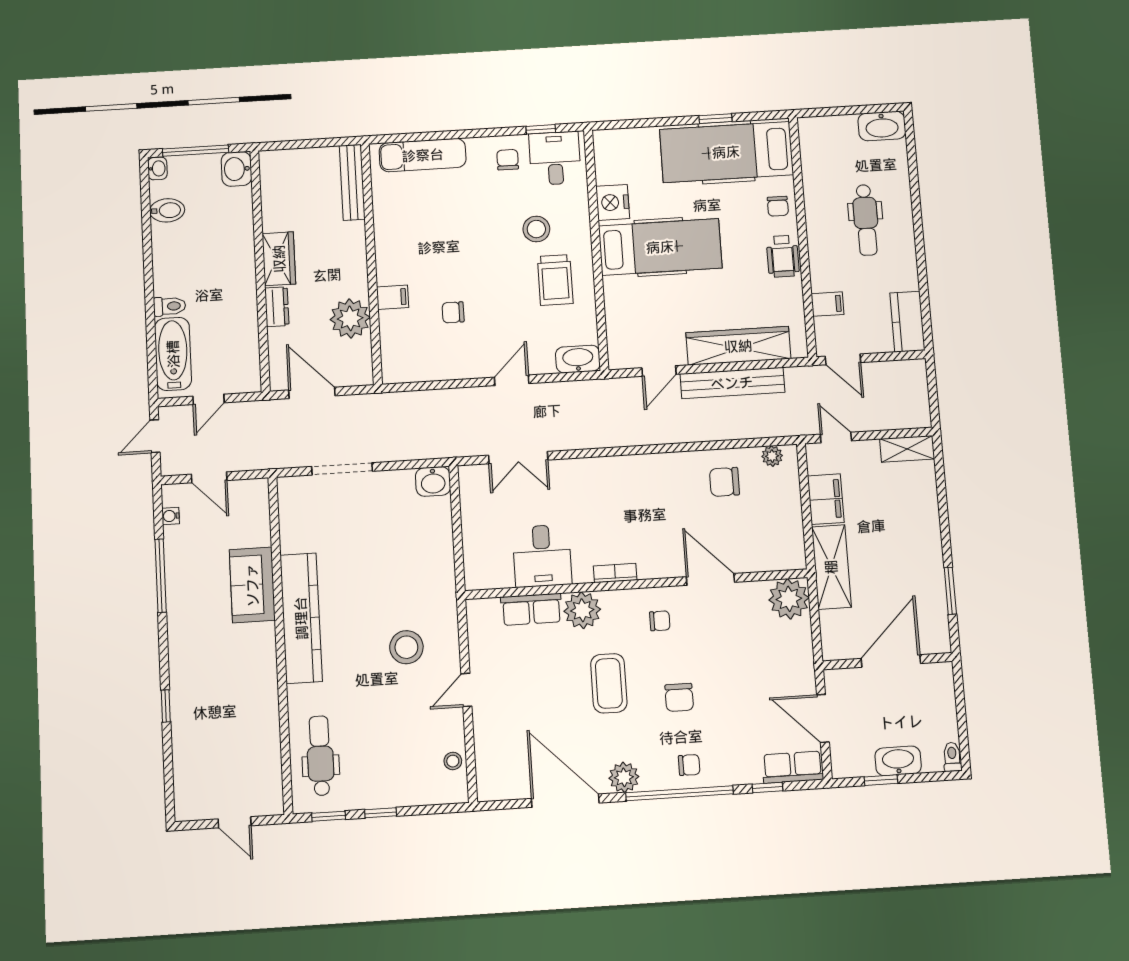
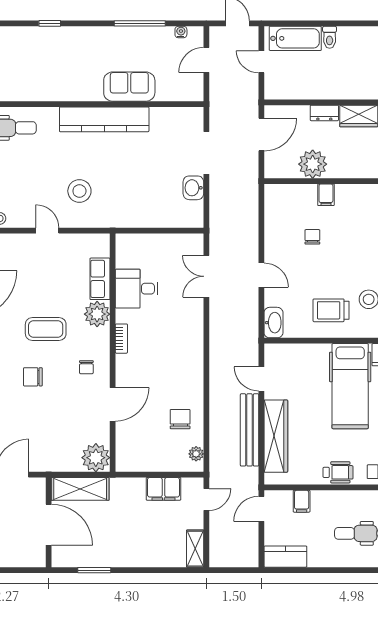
wheelchair: (783, 256) -> (338, 472), turned 180
washbasin: (433, 481) -> (193, 188), moved
shelving: (831, 567) -> (80, 489), moved

